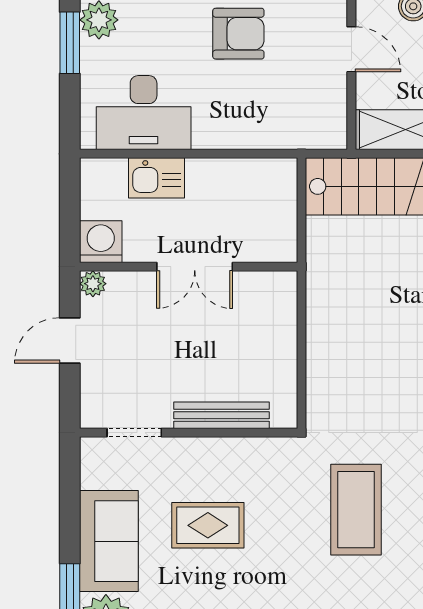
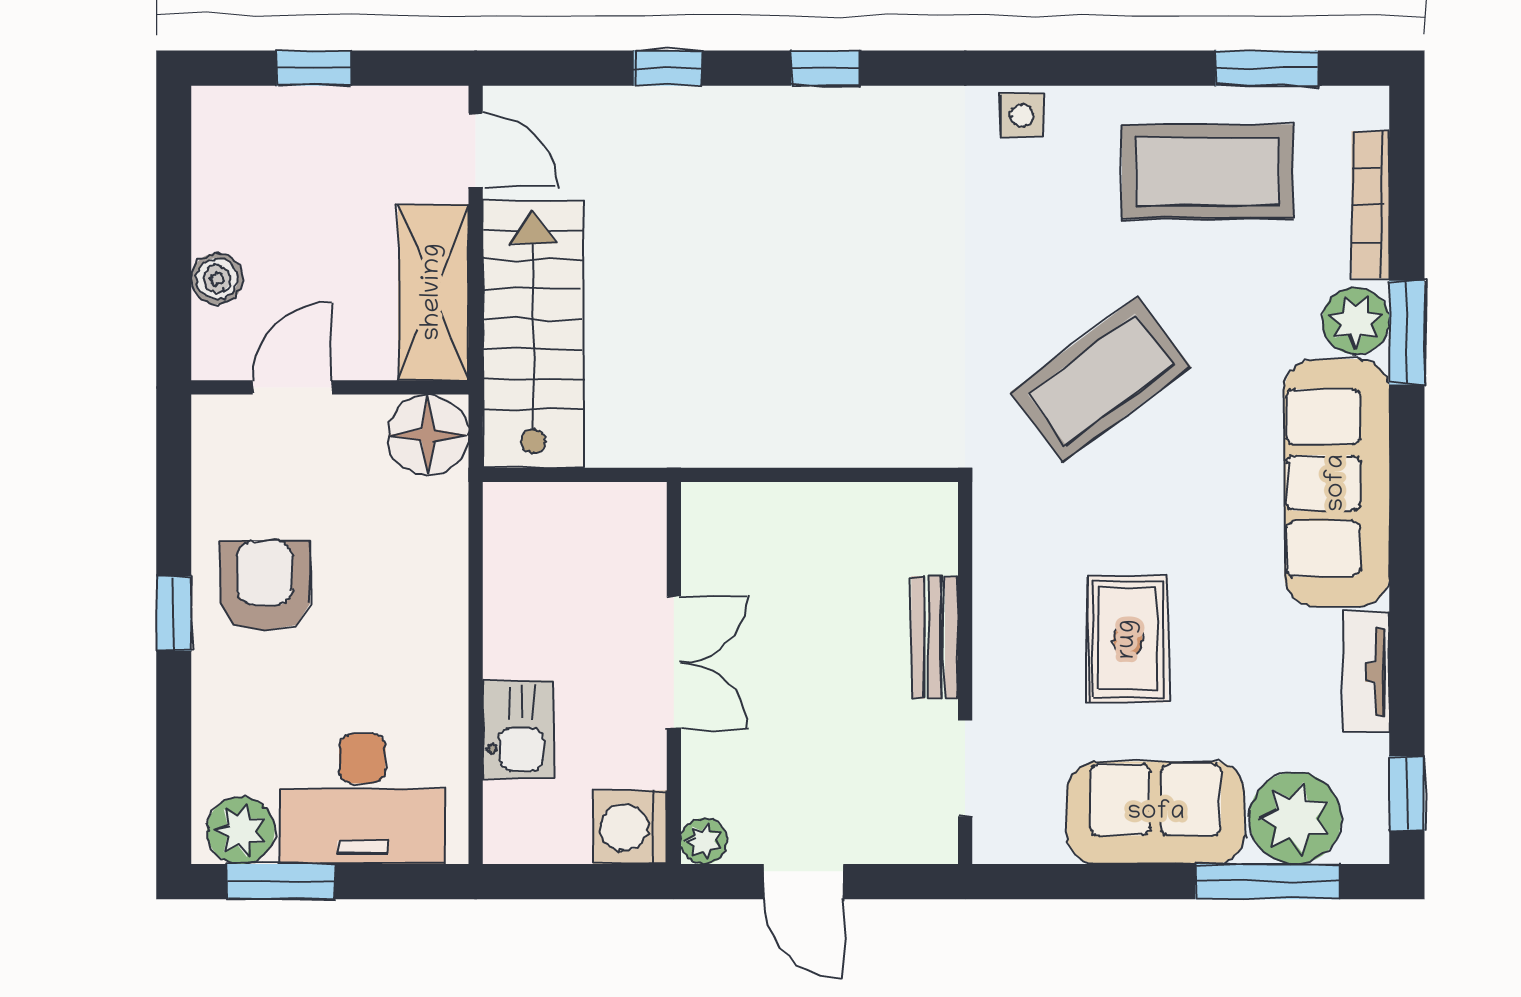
desk: (144, 113) -> (362, 799), moved, turned 90
floor lamp: (324, 127) -> (428, 435), added
bench: (222, 415) -> (935, 637), width x0.73
coffee table: (356, 510) -> (1101, 379), turned -37

